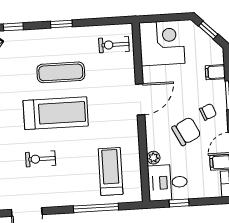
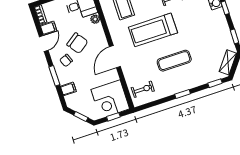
window: (164, 18) -> (113, 117), added
treadmill: (56, 113) -> (153, 30), moved
chair: (186, 131) -> (77, 43), turned -99

